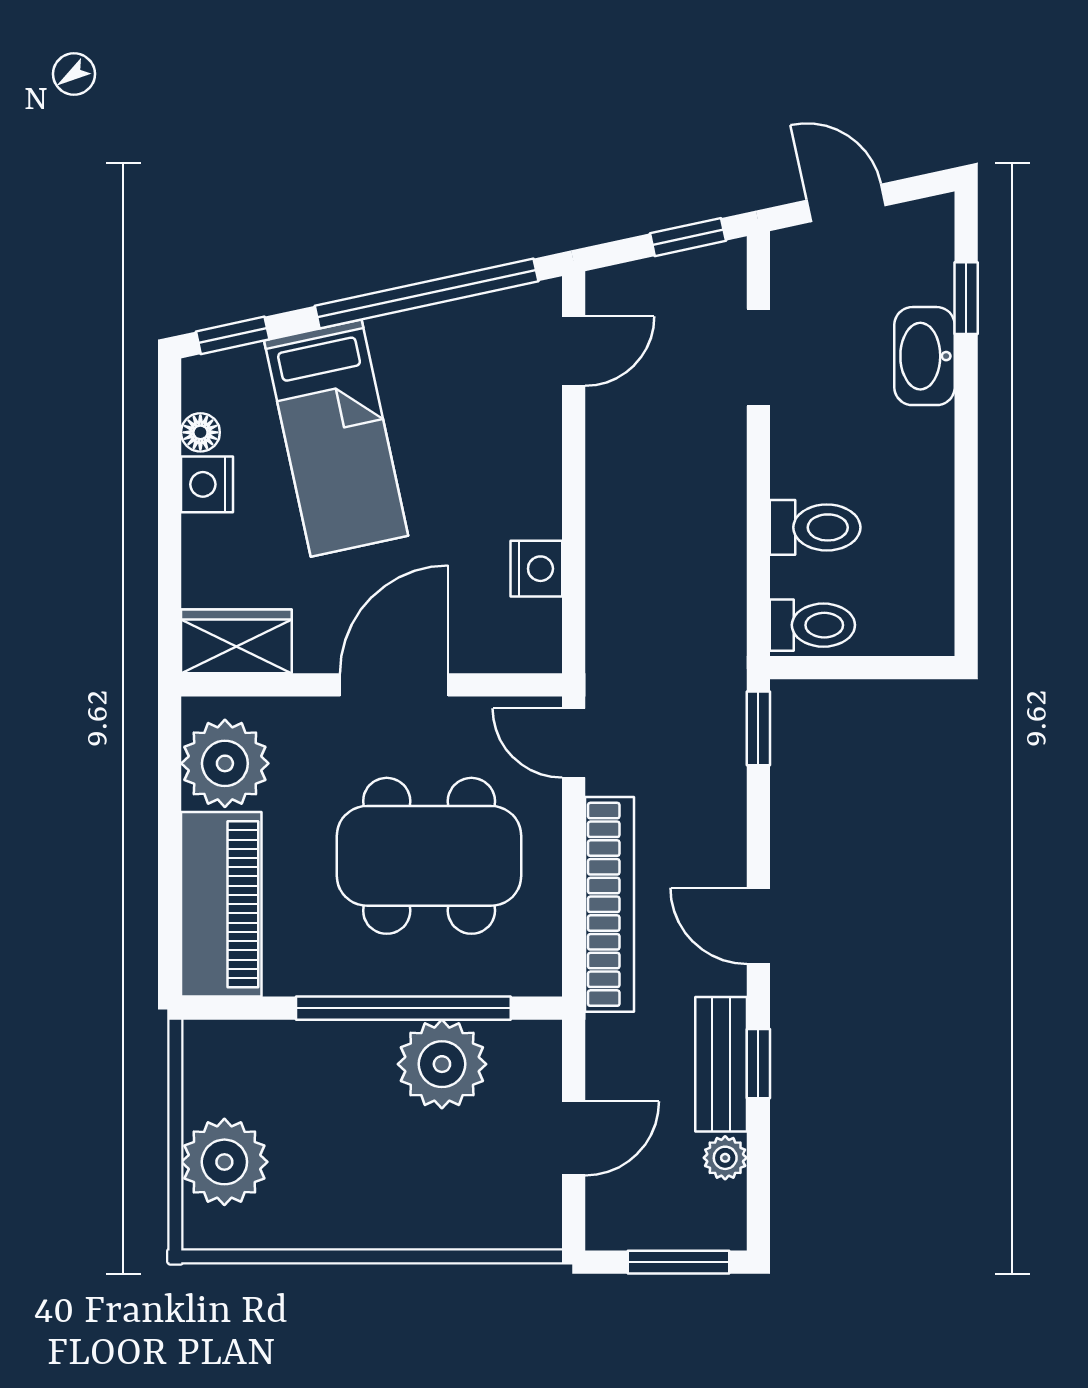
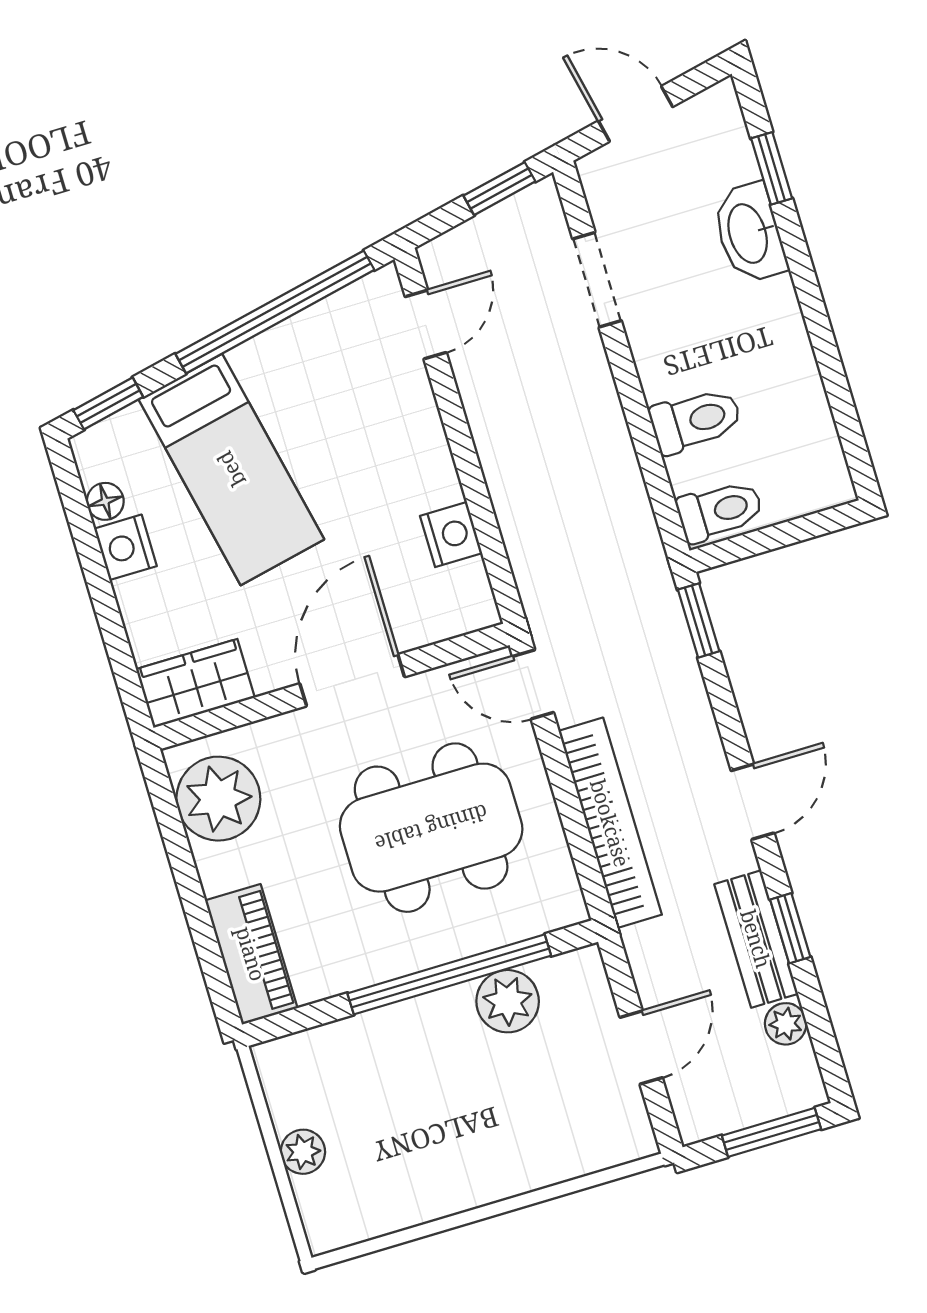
piano: (221, 904) -> (251, 954), width x0.73, depth x0.75
door: (758, 926) -> (753, 802), swing flipped
plant: (442, 1064) -> (508, 1001), width x0.73, depth x0.73
plant: (224, 1162) -> (303, 1152), width x0.53, depth x0.53

